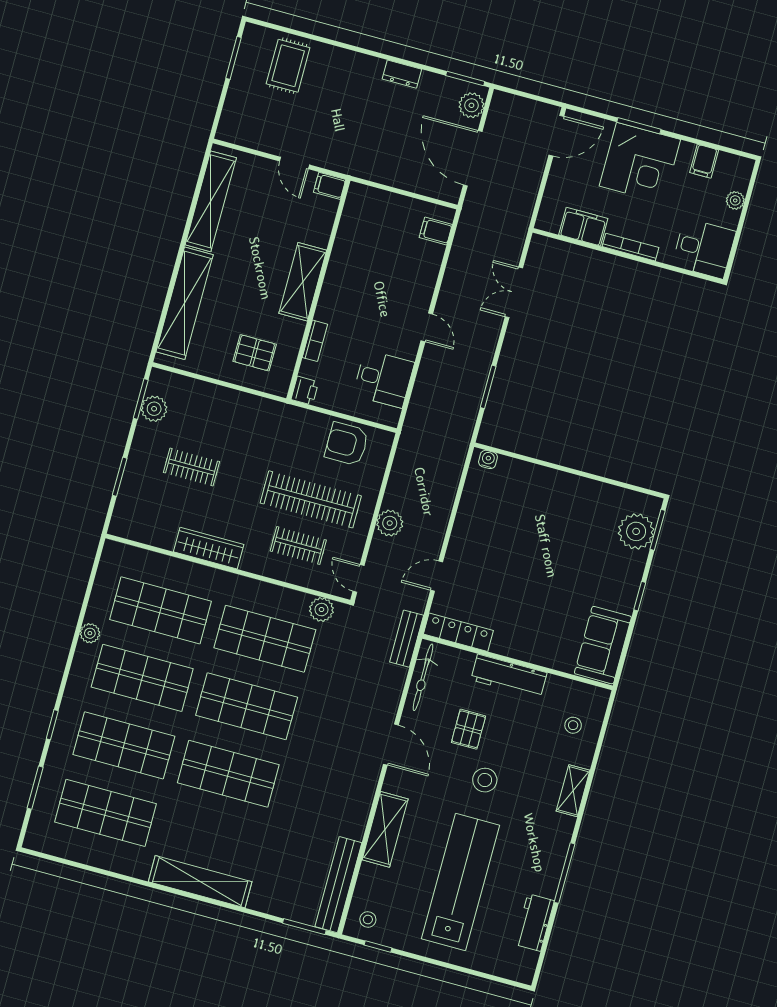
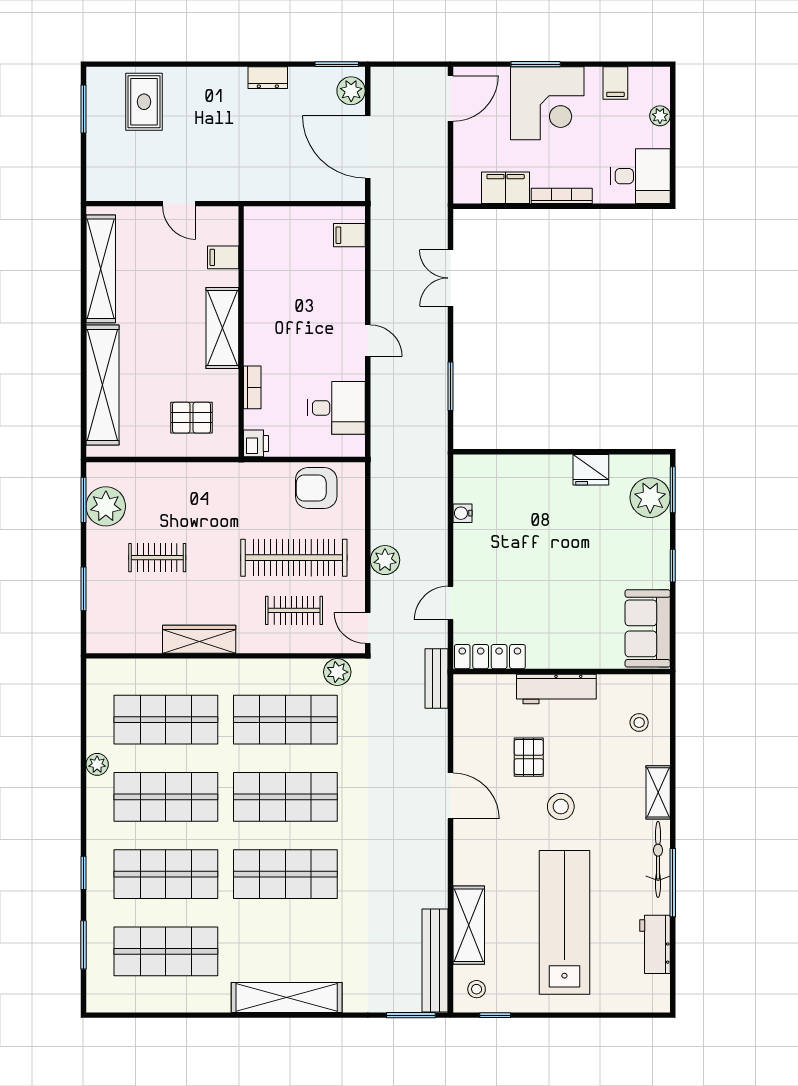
filing cabinet: (330, 186) -> (223, 257), moved
plant: (154, 409) -> (106, 506), width x1.36, depth x1.36
water cooler: (488, 459) -> (462, 513), moved, turned -90
fridge: (591, 493) -> (591, 470), added
bicycle: (423, 677) -> (658, 859), moved, turned 180
shelving: (385, 829) -> (469, 925), moved

